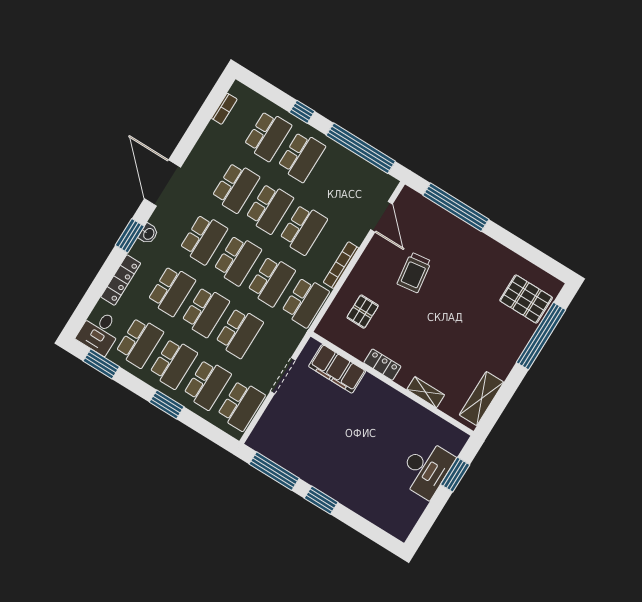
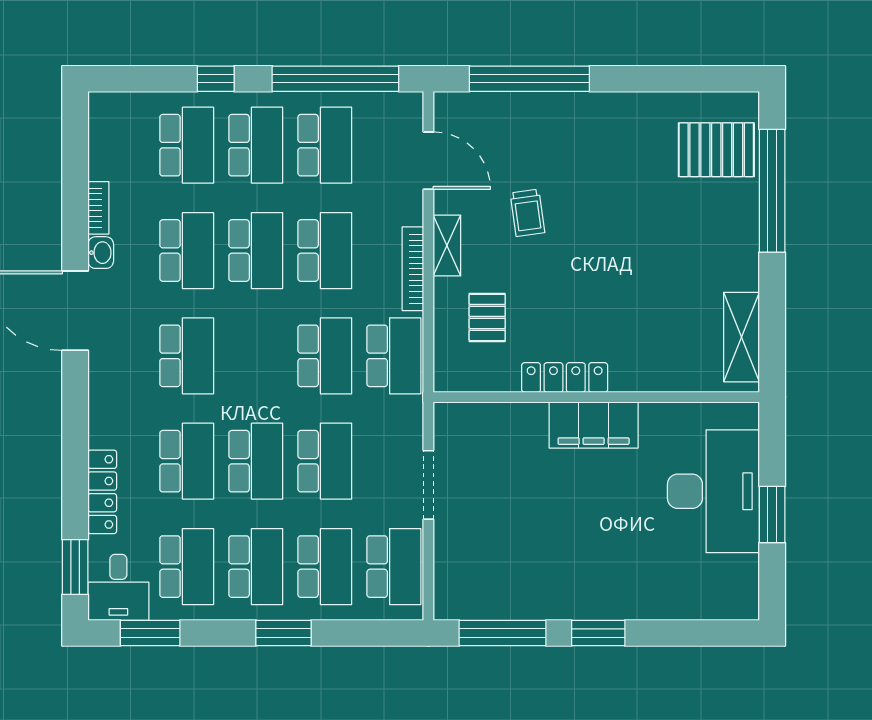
bookcase: (224, 109) -> (98, 208), moved
washbasin: (148, 234) -> (101, 253), moved
window: (130, 236) -> (75, 567), moved
school desk: (237, 260) -> (325, 145), moved
trolley: (414, 273) -> (528, 213), width x0.73, depth x0.72
locker: (382, 365) -> (565, 378), width x1.53
filing cabinet: (337, 369) -> (594, 425), moved
shelving: (426, 392) -> (447, 246), moved, turned 90
desk: (426, 469) -> (713, 491), width x1.36, depth x1.30
window: (455, 475) -> (772, 514), moved

